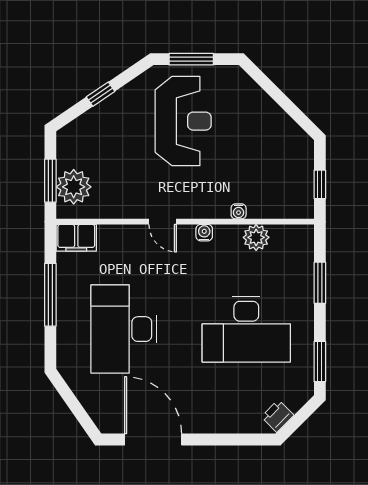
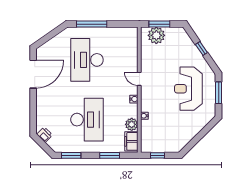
reception desk: (183, 121) -> (188, 89), turned 90
door: (163, 222) -> (139, 79), hinge flipped
filing cabinet: (76, 238) -> (131, 141), moved
window: (50, 295) -> (92, 24), moved
desk: (124, 329) -> (87, 60), turned -90
desk: (246, 329) -> (87, 120), turned 180

